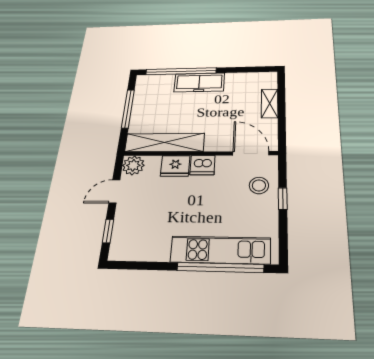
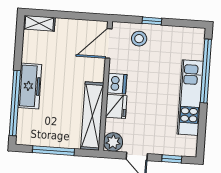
shelving: (270, 103) -> (39, 23), moved
kitchen unit: (220, 250) -> (190, 98), moved

